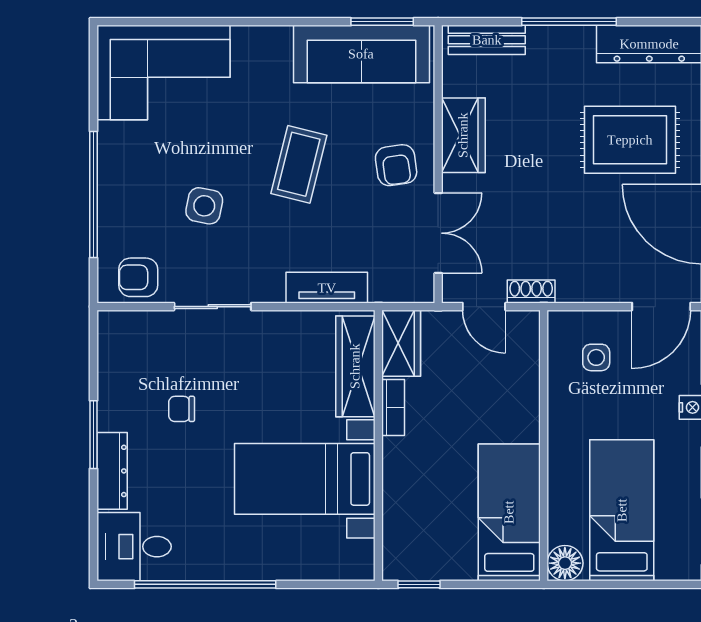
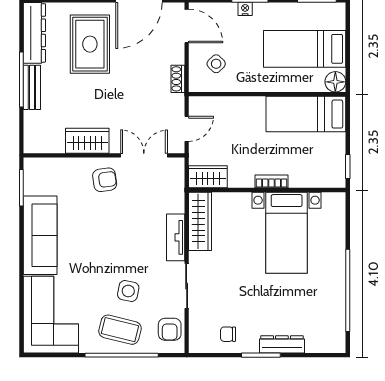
bench: (487, 40) -> (32, 87), moved
sofa: (361, 54) -> (40, 235), moved
coffee table: (299, 164) -> (120, 330), moved
tv unit: (327, 288) -> (176, 237), moved
shoe rack: (531, 291) -> (178, 79), moved
side table: (596, 357) -> (216, 64), turned 45
wardrobe: (355, 366) -> (200, 221), moved, turned -90
bookcase: (393, 407) -> (272, 181), moved
chair: (182, 409) -> (228, 334), moved, turned 90
desk: (134, 547) -> (326, 332), removed

